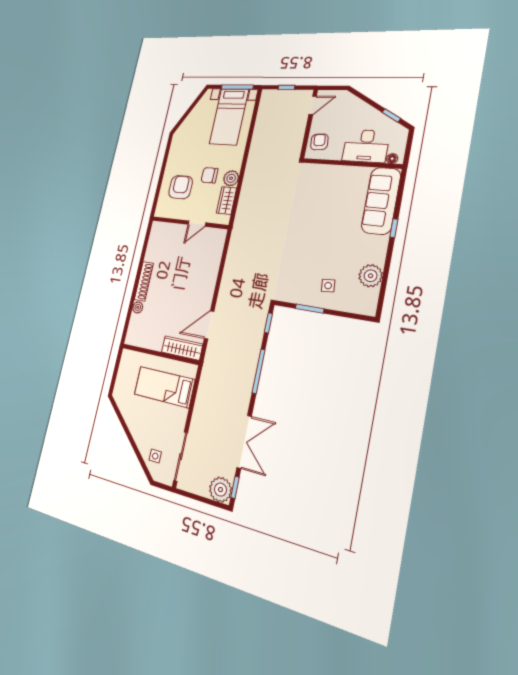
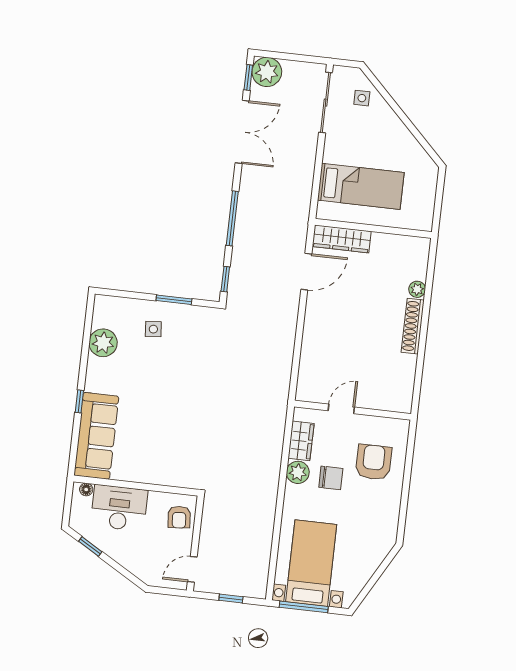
armchair: (181, 187) -> (374, 462), turned 180
double door: (244, 442) -> (242, 132), swing flipped

